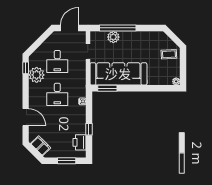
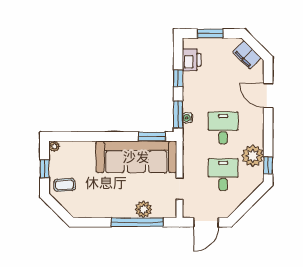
window: (183, 66) -> (45, 169), added
window: (89, 104) -> (178, 114), added

